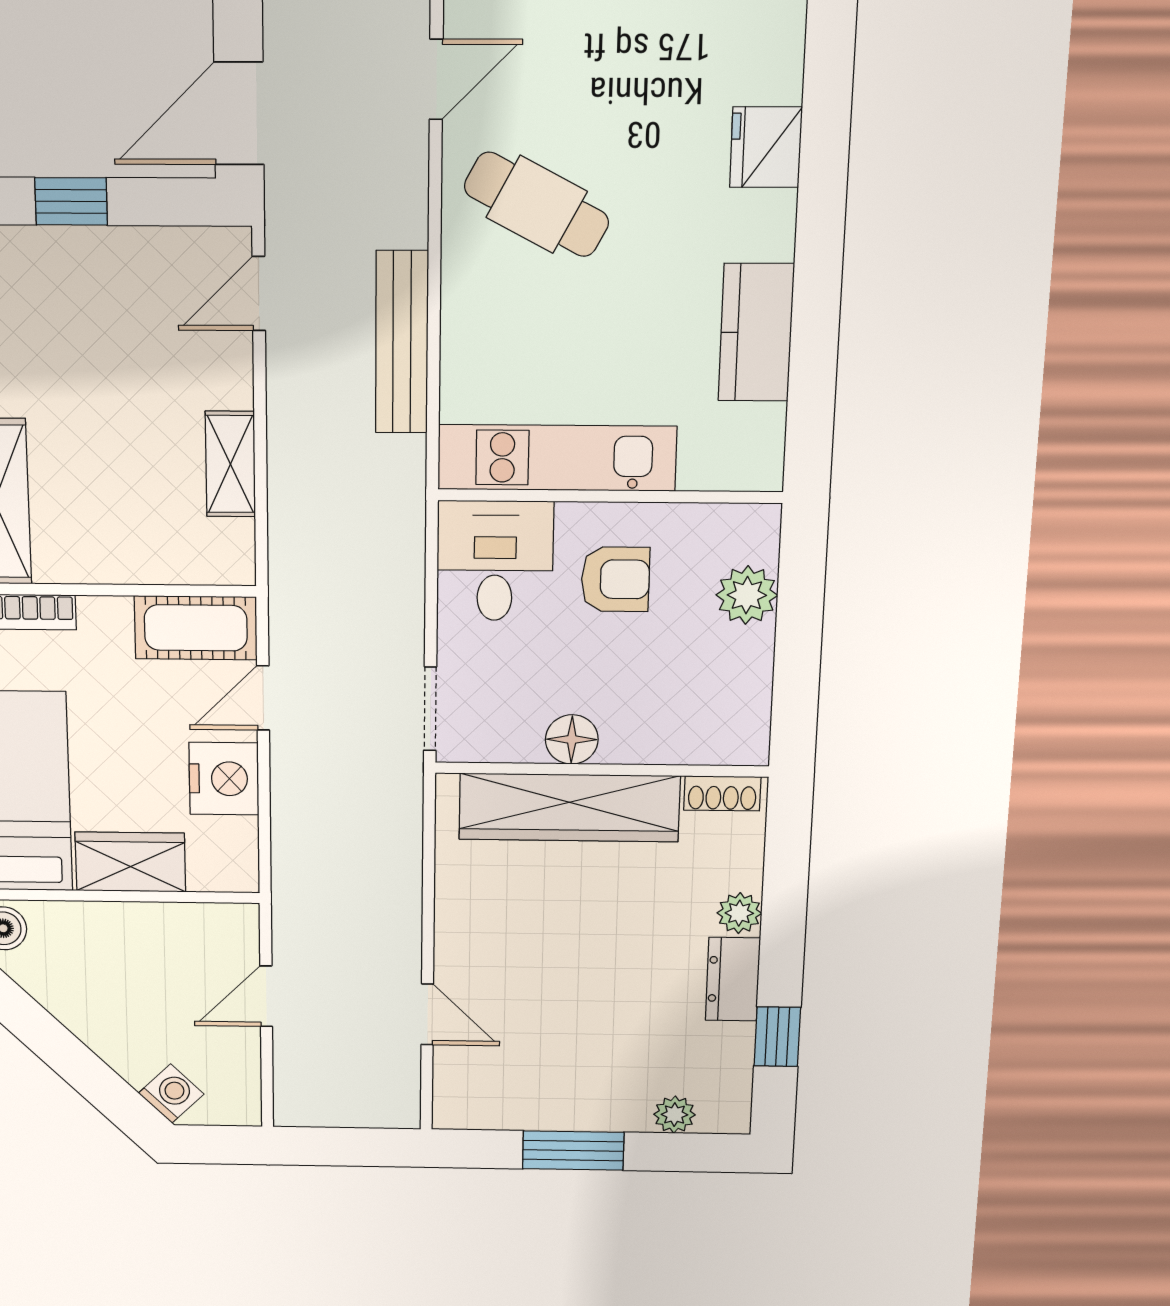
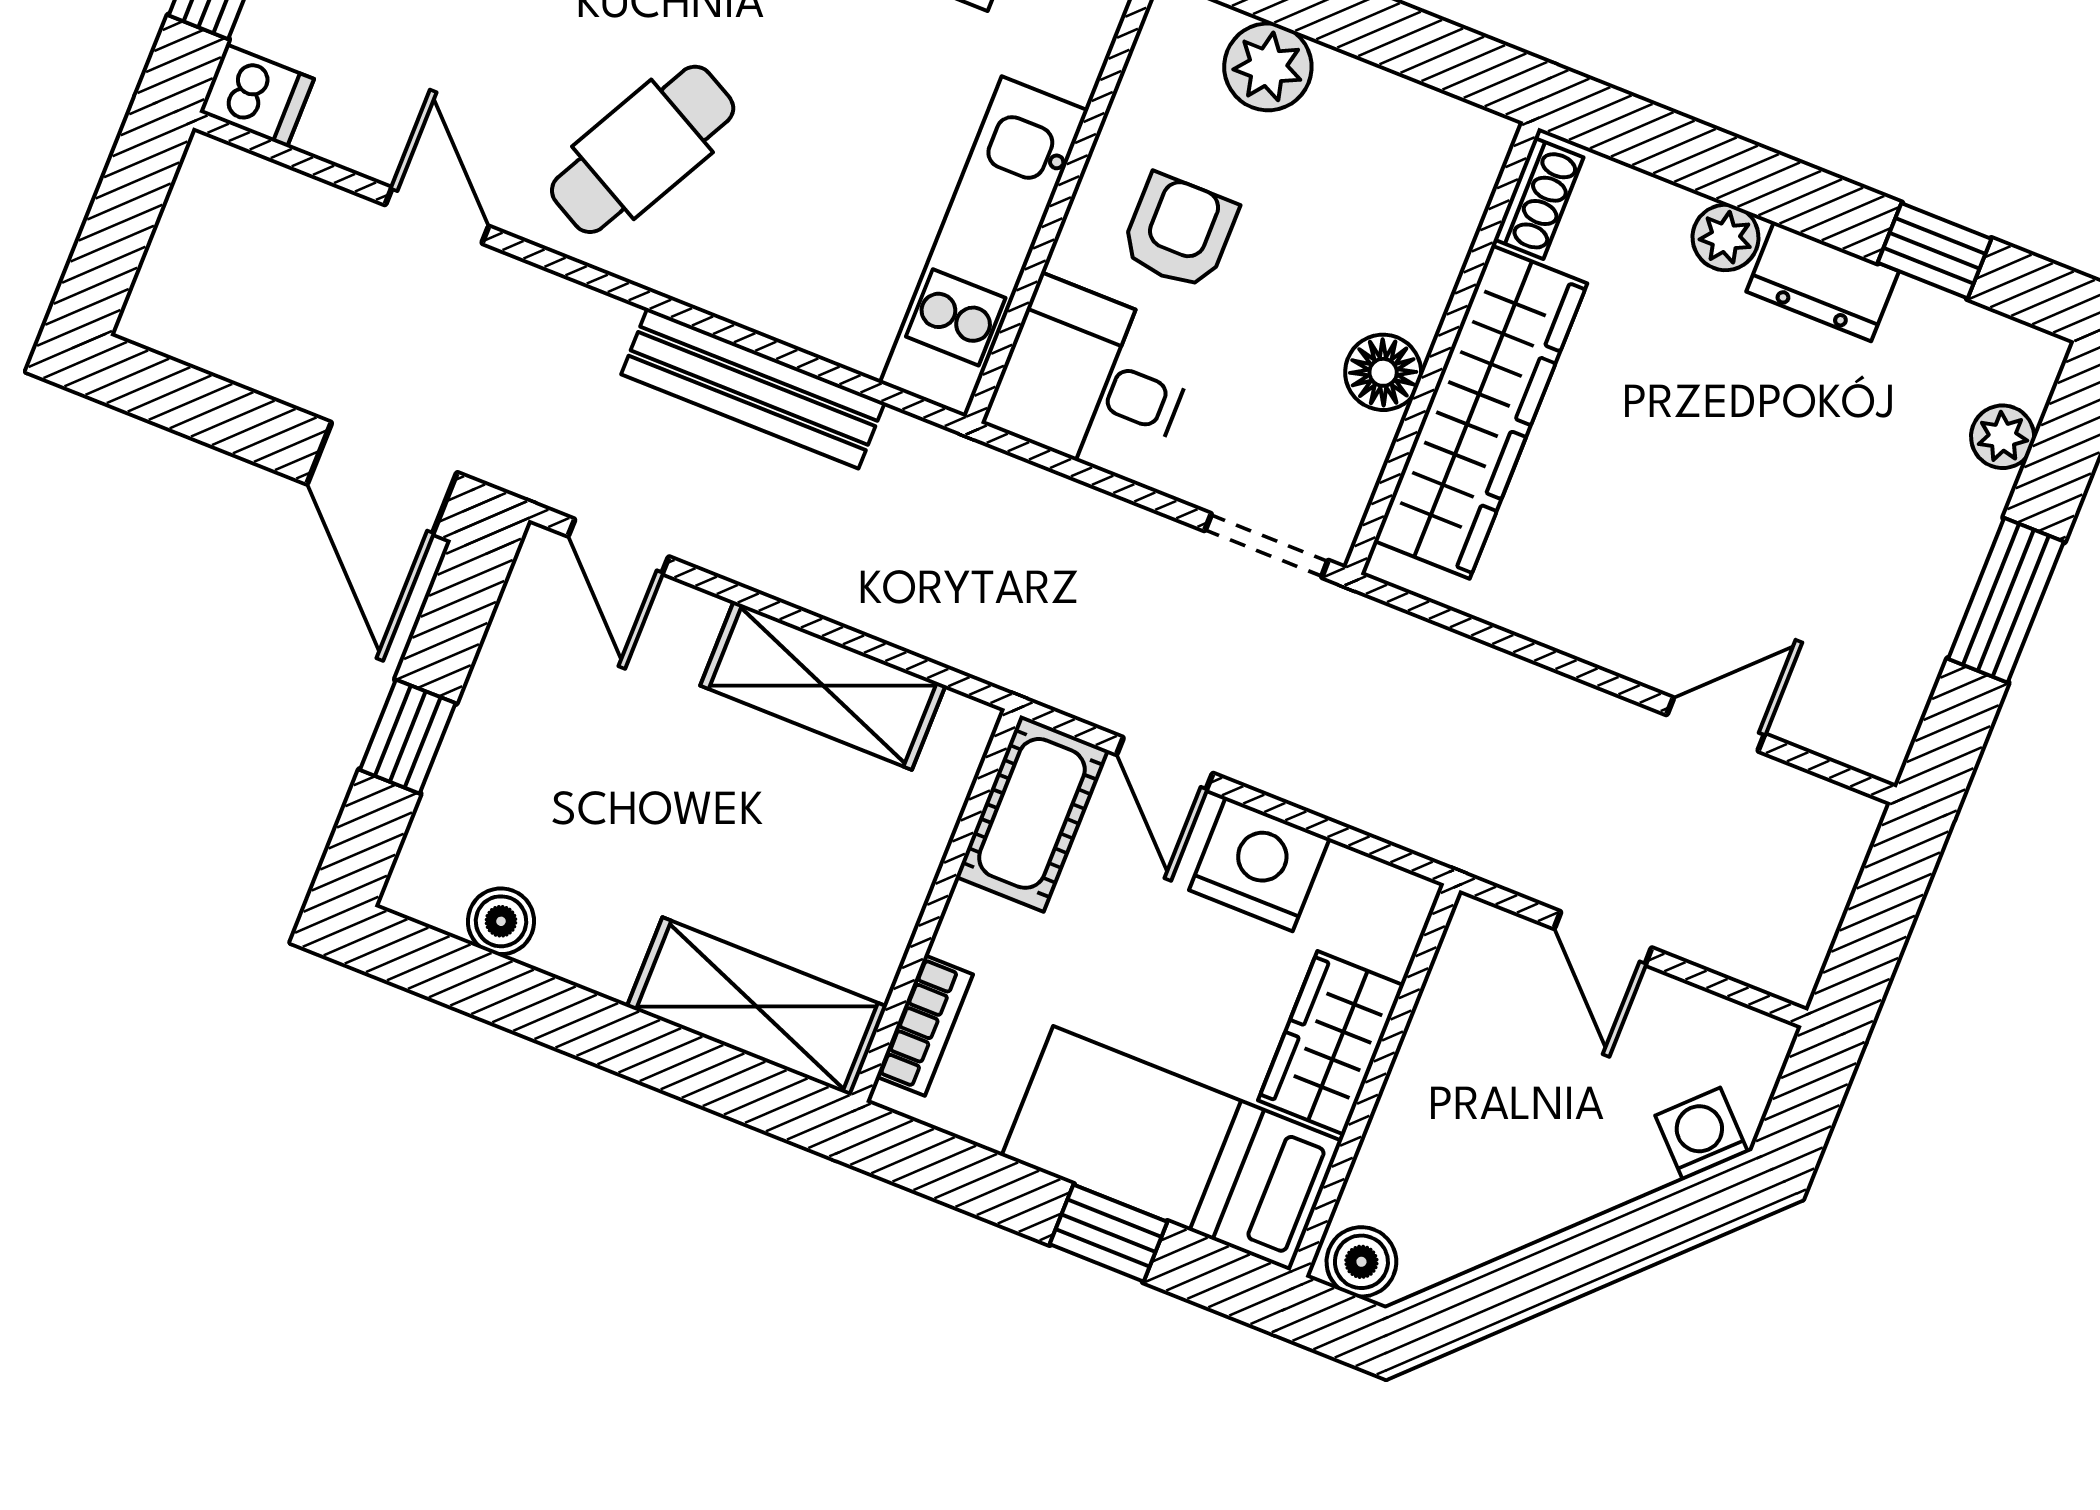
shelving: (230, 464) -> (823, 685), width x1.50, depth x1.33

